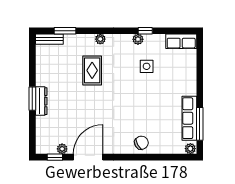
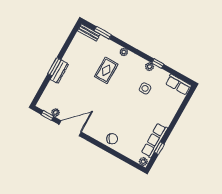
window: (200, 124) -> (159, 148), width x0.46

